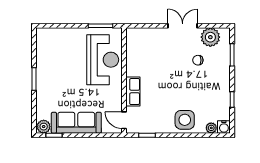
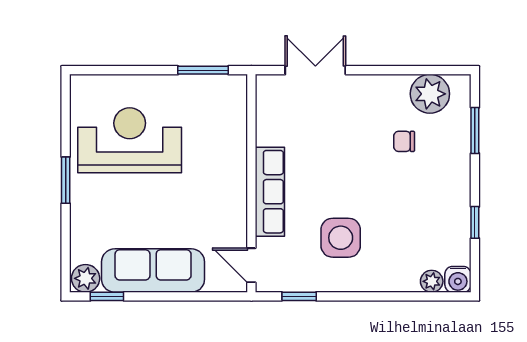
double door: (183, 26) -> (315, 70), moved
reception desk: (103, 60) -> (130, 140), moved, turned -90
row of seats: (133, 92) -> (270, 192), width x1.48
side table: (185, 120) -> (341, 238), moved

